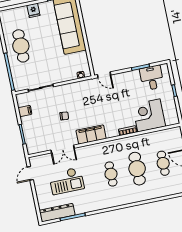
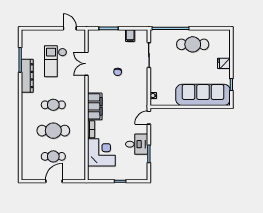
desk: (152, 78) -> (137, 144), moved
filing cabinet: (91, 134) -> (95, 106), moved
dresser: (57, 213) -> (27, 76), moved

